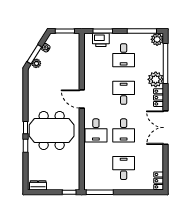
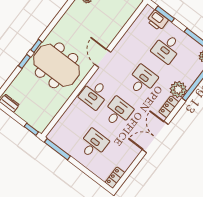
desk: (124, 130) -> (118, 112), turned 180

